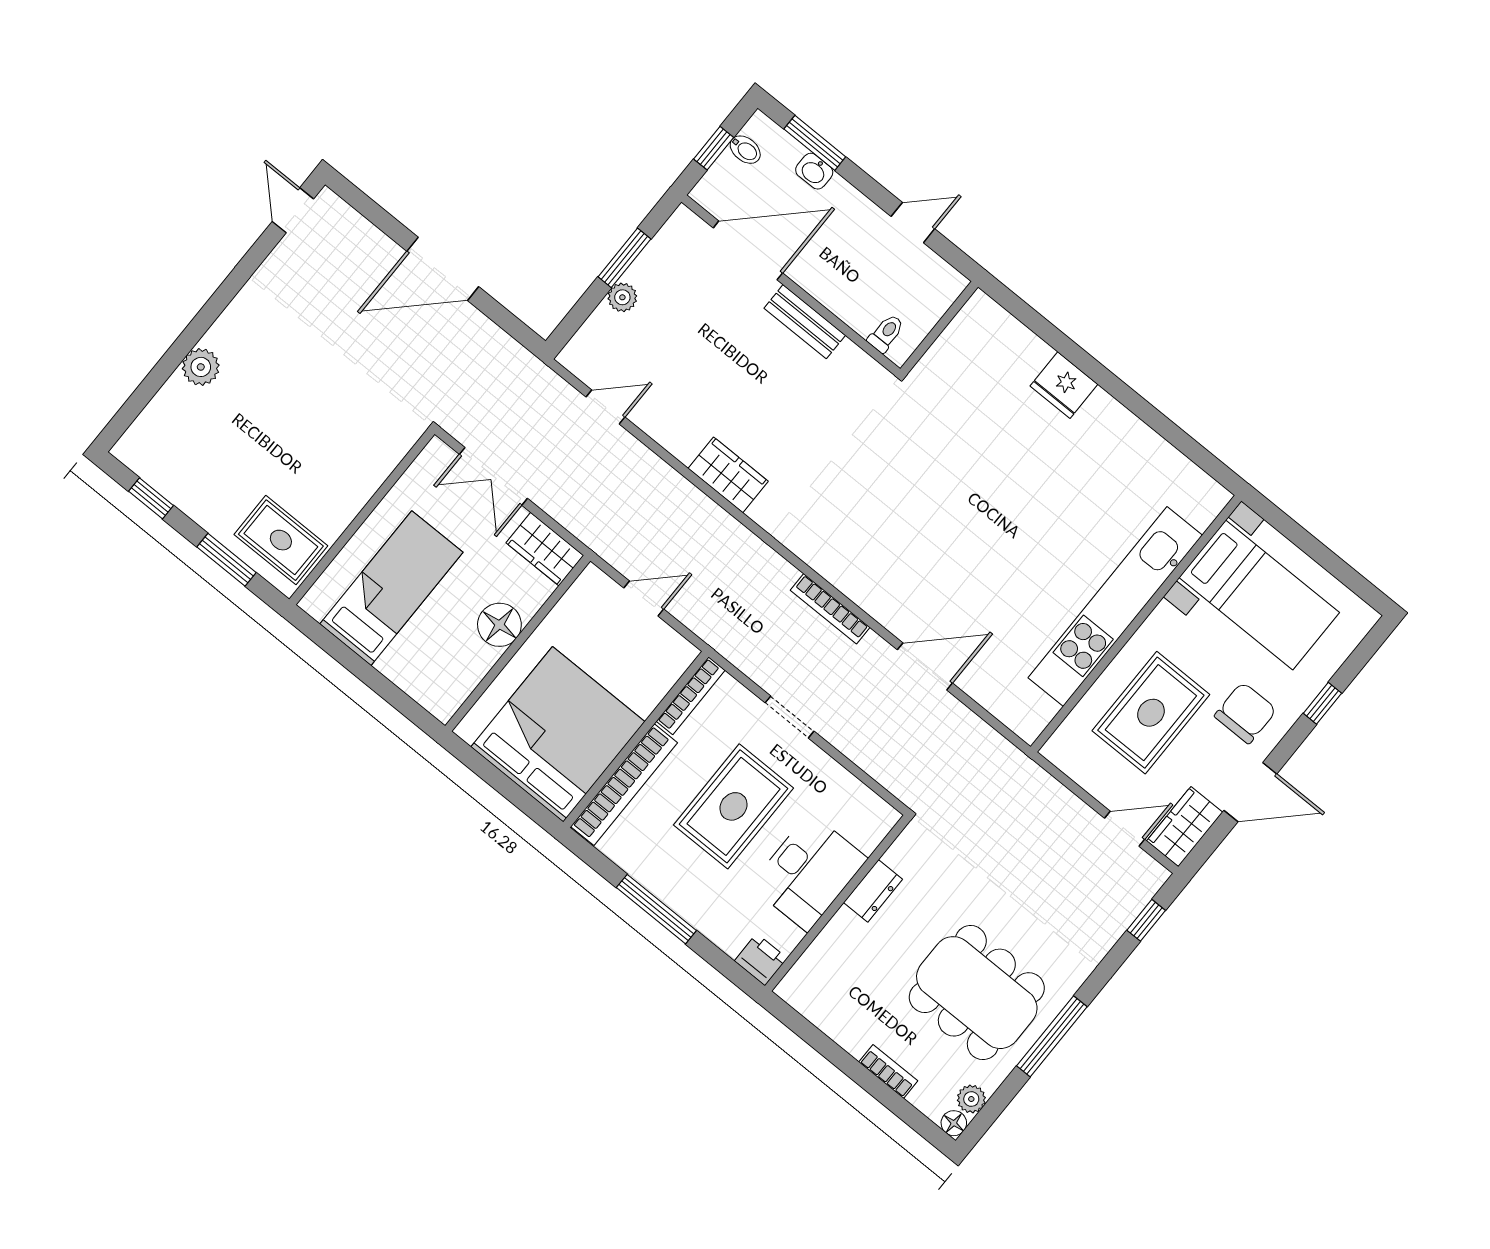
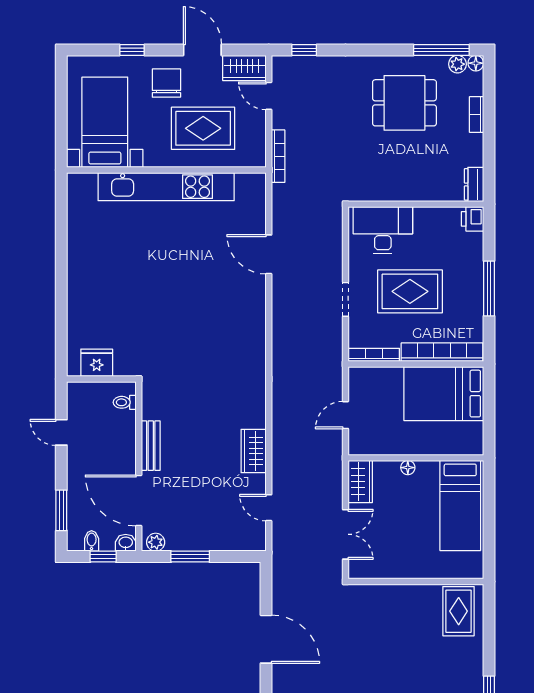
washbasin: (814, 171) -> (126, 543), moved, turned -90
plant: (622, 297) -> (156, 542), moved
fridge: (1064, 385) -> (97, 363), moved, turned -90
wardrobe: (728, 475) -> (254, 451), moved
window: (227, 560) -> (489, 630), removed
bed: (391, 588) -> (460, 506), moved, turned -90
door: (644, 599) -> (346, 415), hinge flipped
bookcase: (830, 609) -> (278, 156), moved
floor lamp: (499, 625) -> (408, 468), width x0.53, depth x0.53
chair: (1245, 713) -> (166, 83), turned 90
bed: (558, 734) -> (444, 394), width x0.73
desk: (809, 872) -> (383, 230), moved
dresser: (873, 891) -> (474, 184), moved, turned -90
dining table: (977, 993) -> (404, 103), width x0.73
window: (1052, 1036) -> (441, 50), moved

